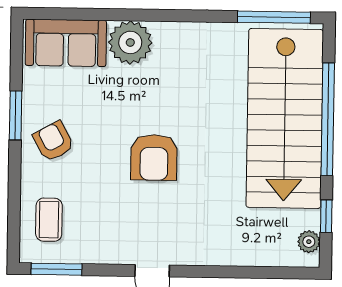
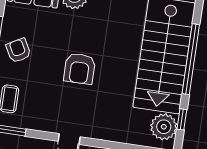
plant: (309, 242) -> (164, 127), width x1.88, depth x1.88

